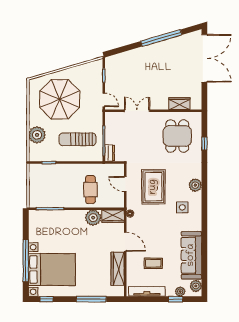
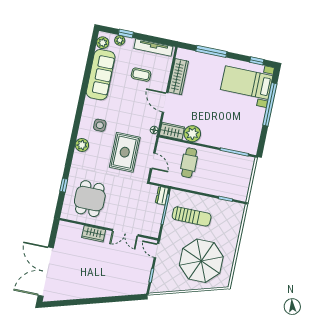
window: (161, 38) -> (85, 301), removed
wardrobe: (179, 104) -> (94, 234), moved
plant: (37, 135) -> (232, 230), removed
bed with nightstands: (52, 269) -> (247, 83), width x0.73

